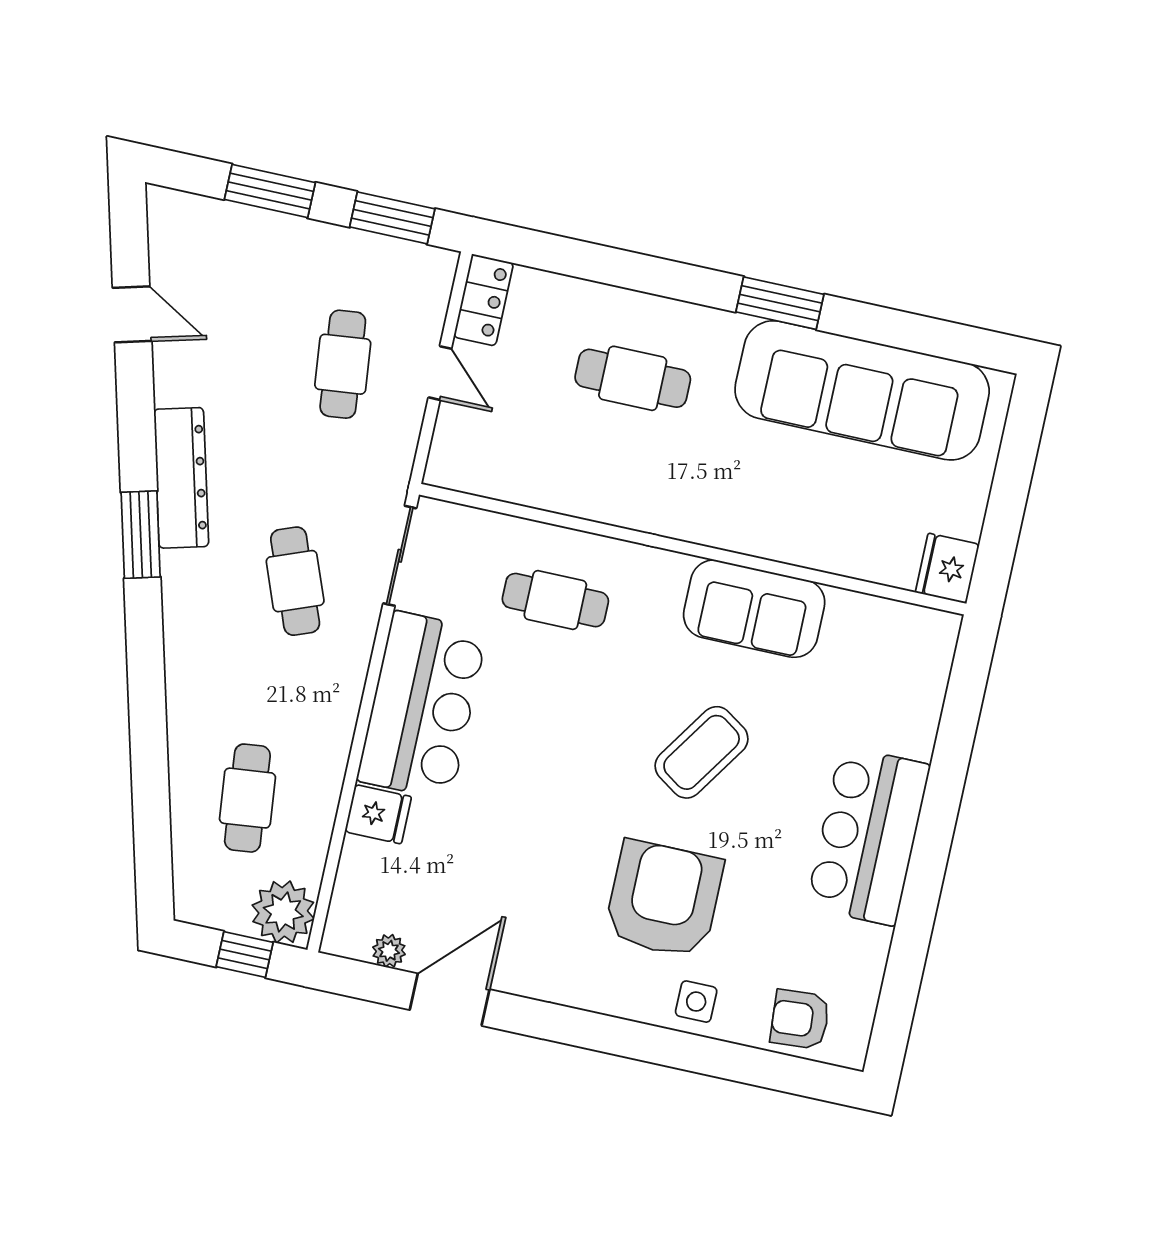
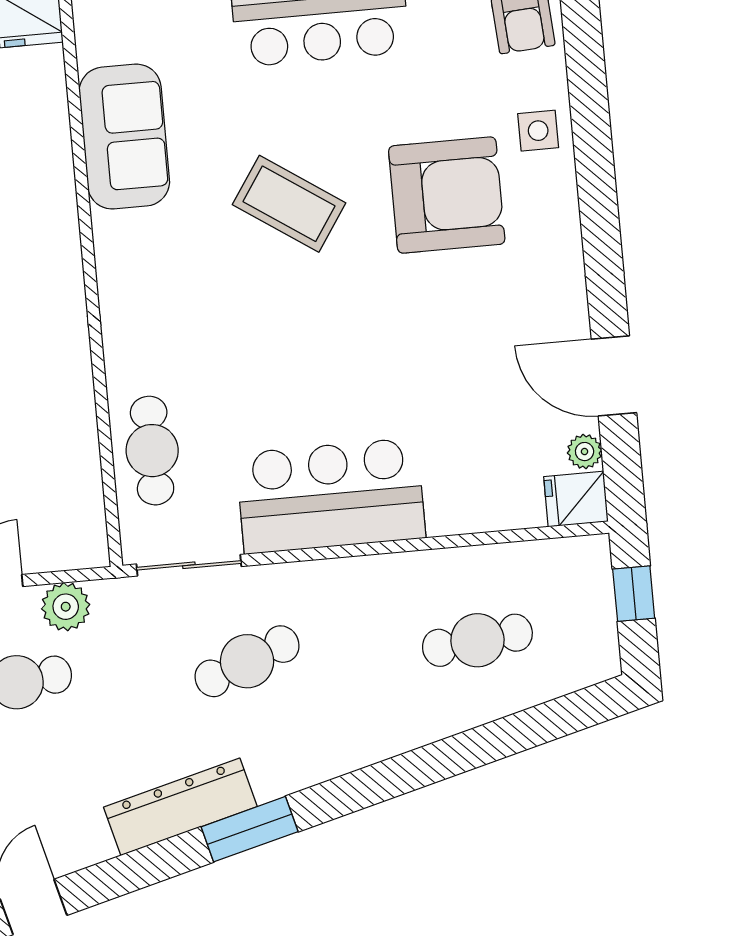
cafe table: (555, 600) -> (152, 451), moved
sofa: (754, 609) -> (124, 137), moved
fridge: (378, 814) -> (576, 499), moved, turned -90
armchair: (664, 899) -> (447, 195), turned 180
plant: (283, 912) -> (66, 607), moved, width x0.73, depth x0.73

